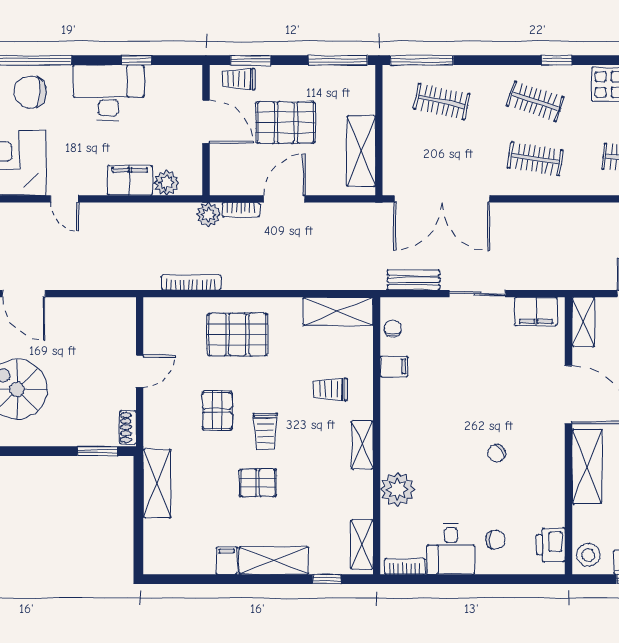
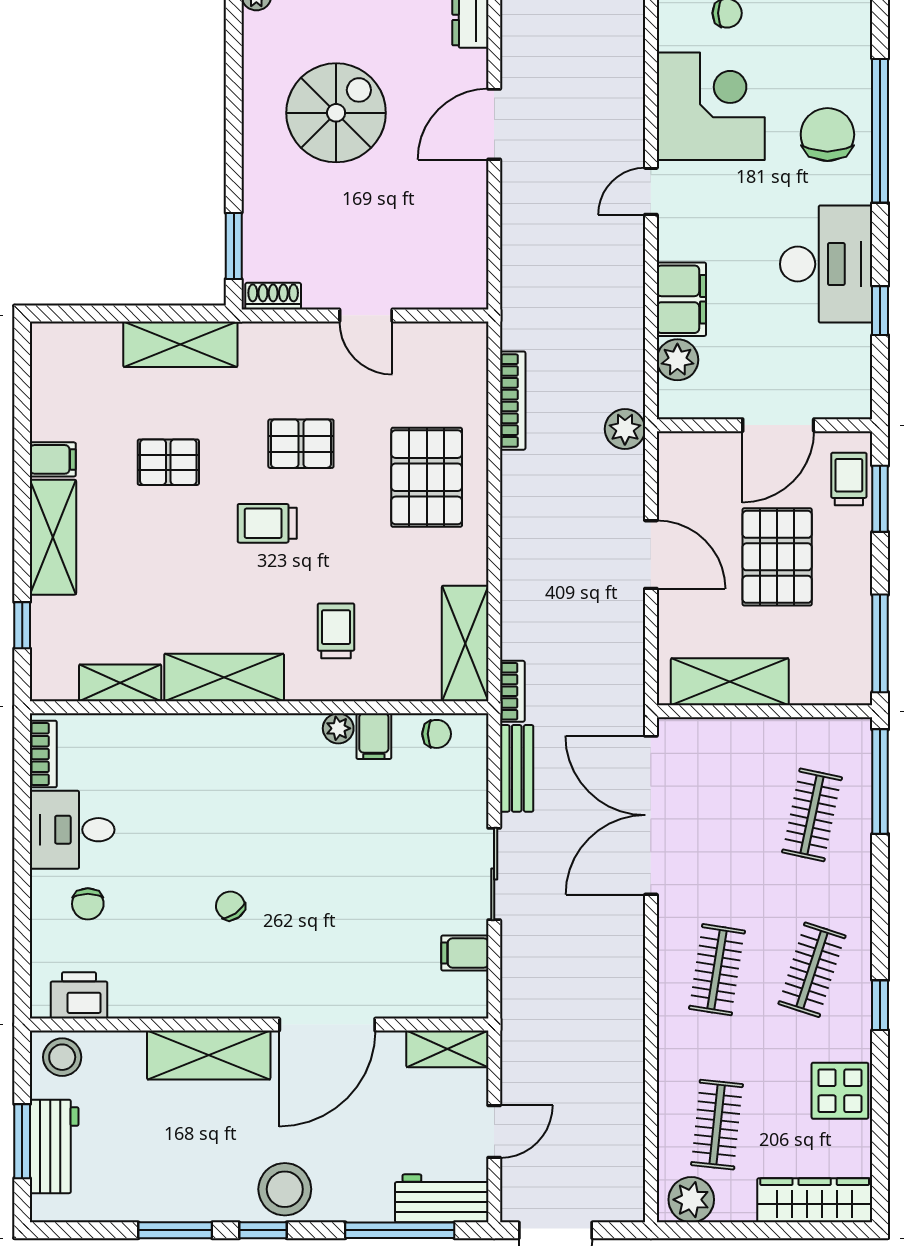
bookcase: (241, 210) -> (512, 691), moved, turned 180
filing cabinet: (536, 311) -> (465, 953), width x0.50
shelving: (362, 445) -> (224, 677), width x1.50, depth x1.33
pallet: (258, 483) -> (168, 462), moved, turned 90
plant: (397, 489) -> (338, 728), moved, width x0.53, depth x0.53
shelving: (362, 545) -> (120, 683), moved

